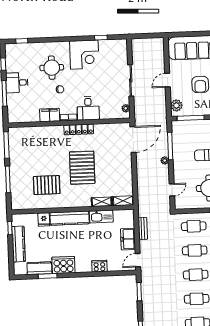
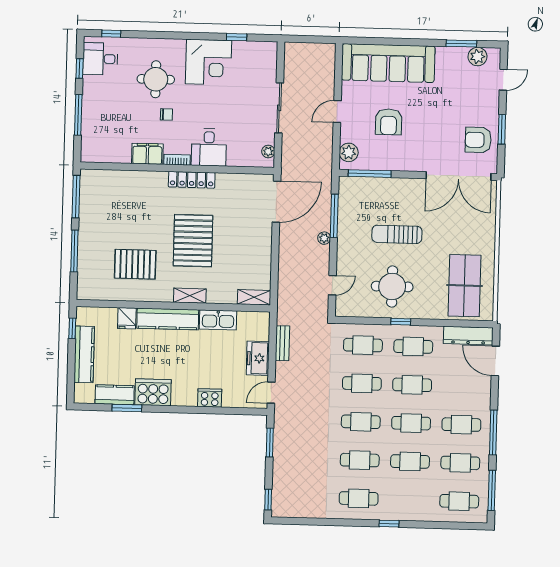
desk: (17, 83) -> (100, 59), moved
shelving: (102, 202) -> (190, 296), moved

